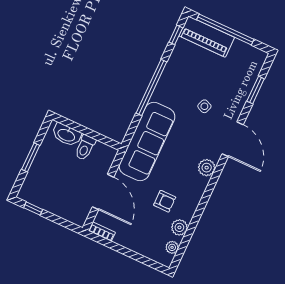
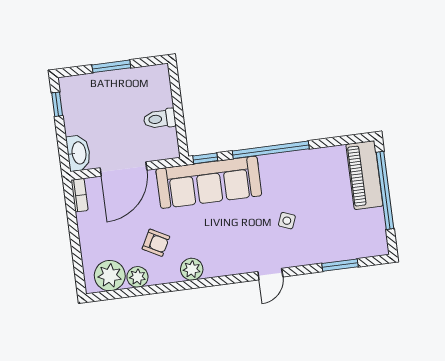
window: (176, 35) -> (205, 158), moved
washbasin: (66, 135) -> (78, 153), moved, turned 180
door: (233, 139) -> (270, 274), width x0.53
plant: (207, 168) -> (192, 269), moved
armchair: (165, 201) -> (156, 243), turned -62
plant: (172, 247) -> (110, 276), width x1.88, depth x1.88

